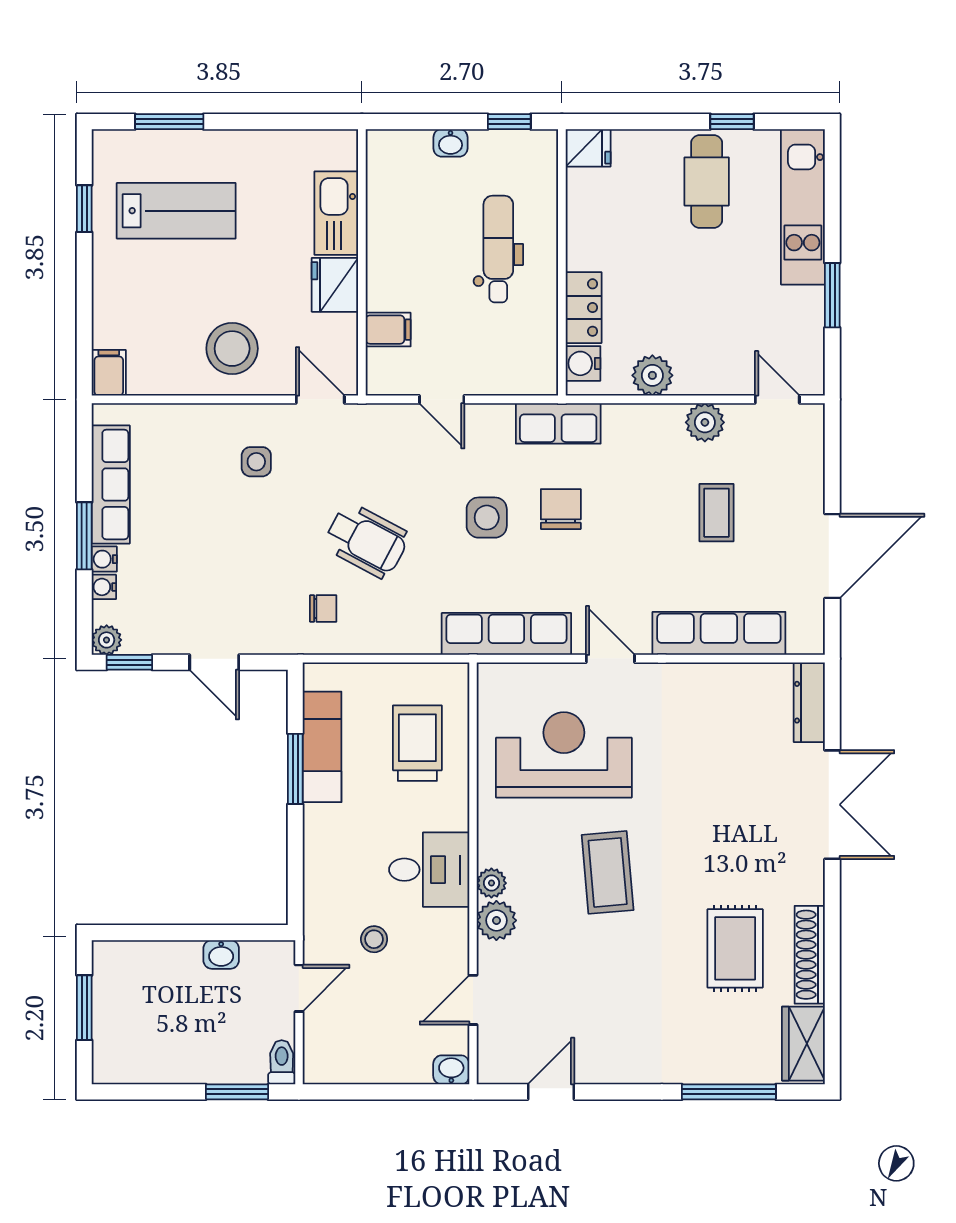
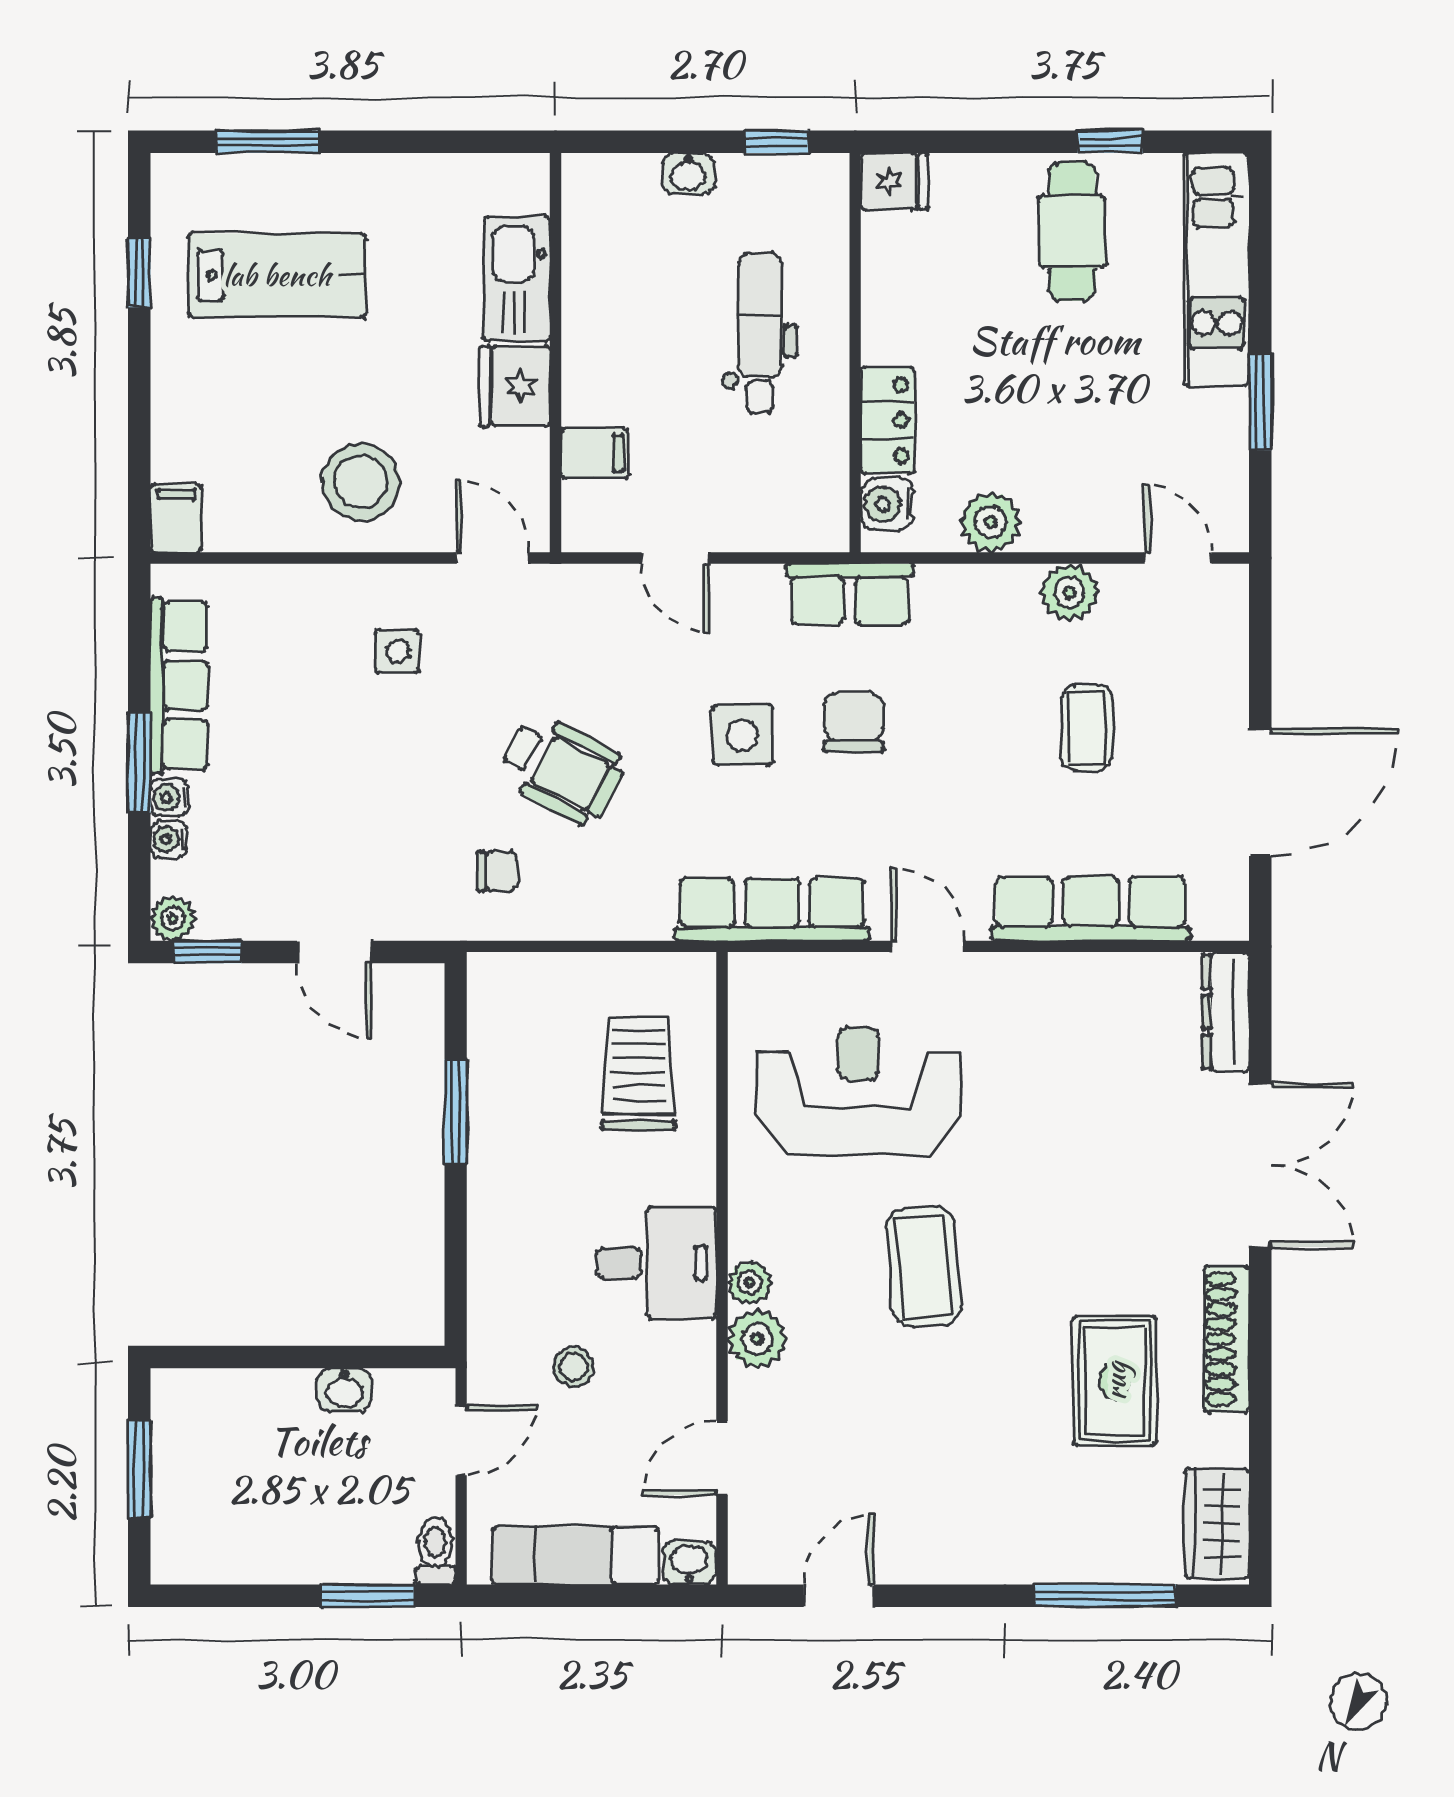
exam couch: (322, 747) -> (575, 1556), moved, turned -90
shoe rack: (810, 955) -> (1227, 1339), moved

